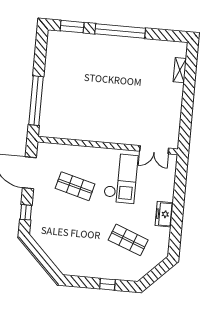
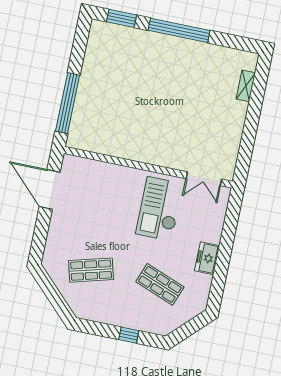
checkout: (121, 178) -> (159, 209), turned 180
shop shelf: (75, 186) -> (91, 270), moved, turned -30
window: (26, 212) -> (40, 237), removed

